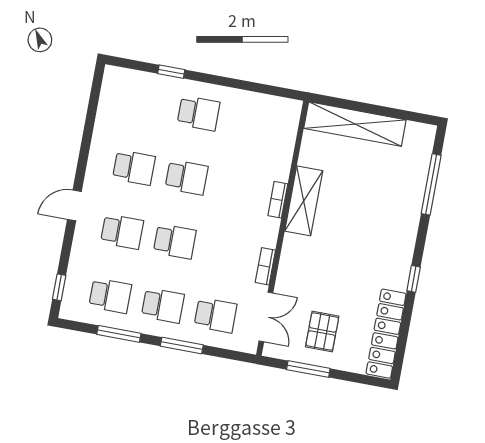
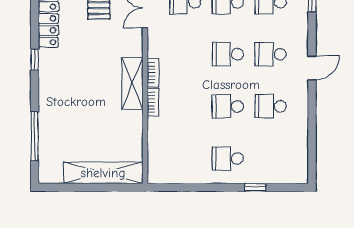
shelving: (304, 201) -> (132, 83), moved
bookcase: (265, 266) -> (153, 73), moved

